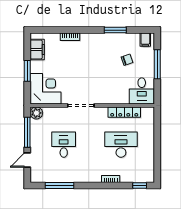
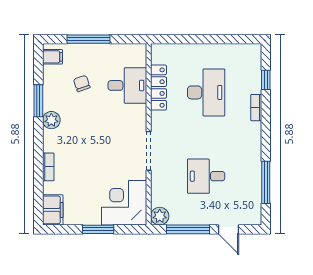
plant: (102, 39) -> (51, 120), added
filing cabinet: (37, 49) -> (53, 210), moved, turned 90
desk: (142, 91) -> (127, 85), moved
desk: (121, 145) -> (206, 92), turned 180
window: (140, 185) -> (266, 80), moved

